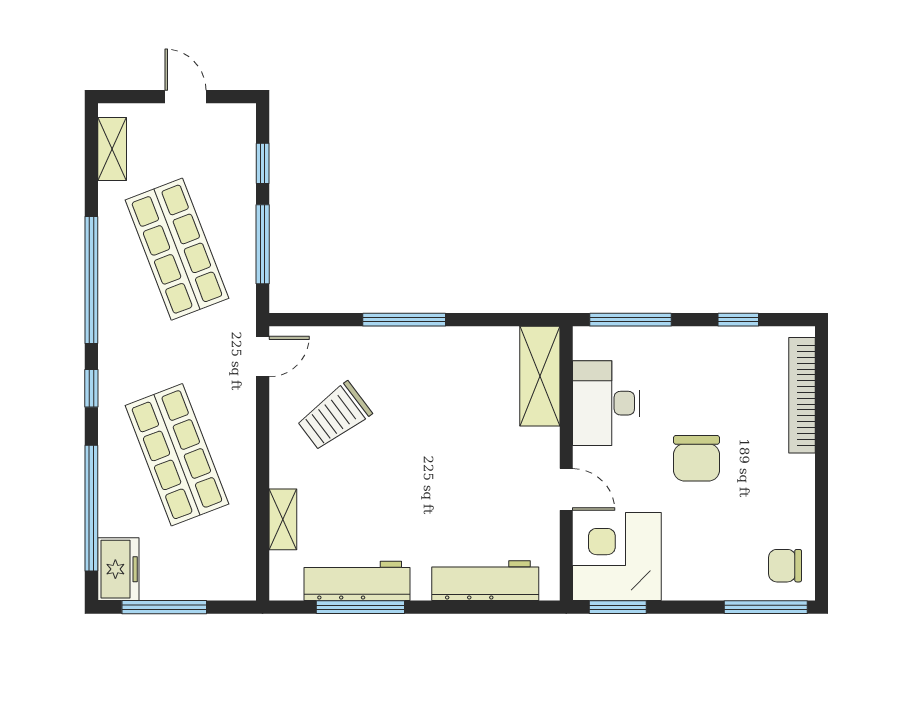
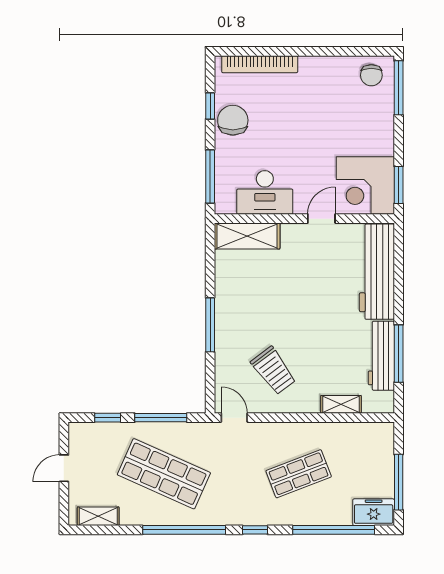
shop shelf: (177, 249) -> (164, 474), turned 45
shop shelf: (177, 455) -> (299, 474), width x0.70, depth x0.74
chair: (697, 458) -> (233, 120), moved, turned -90
workbench: (485, 581) -> (377, 272), width x1.36, depth x1.32

